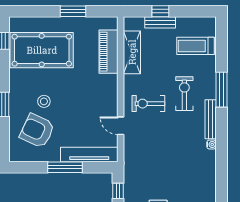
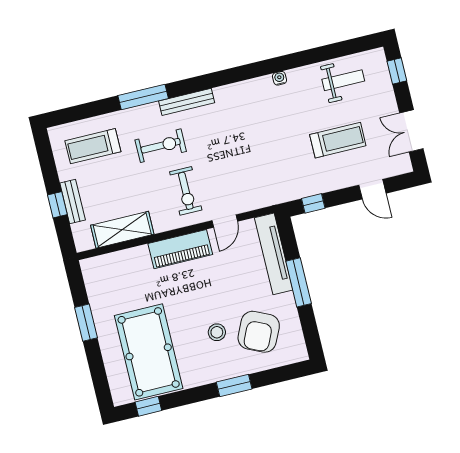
treadmill: (196, 46) -> (93, 146), turned 90
piano: (108, 52) -> (180, 249), moved
exercise bike: (184, 94) -> (161, 146), turned 180
water cooler: (211, 144) -> (280, 78), moved

